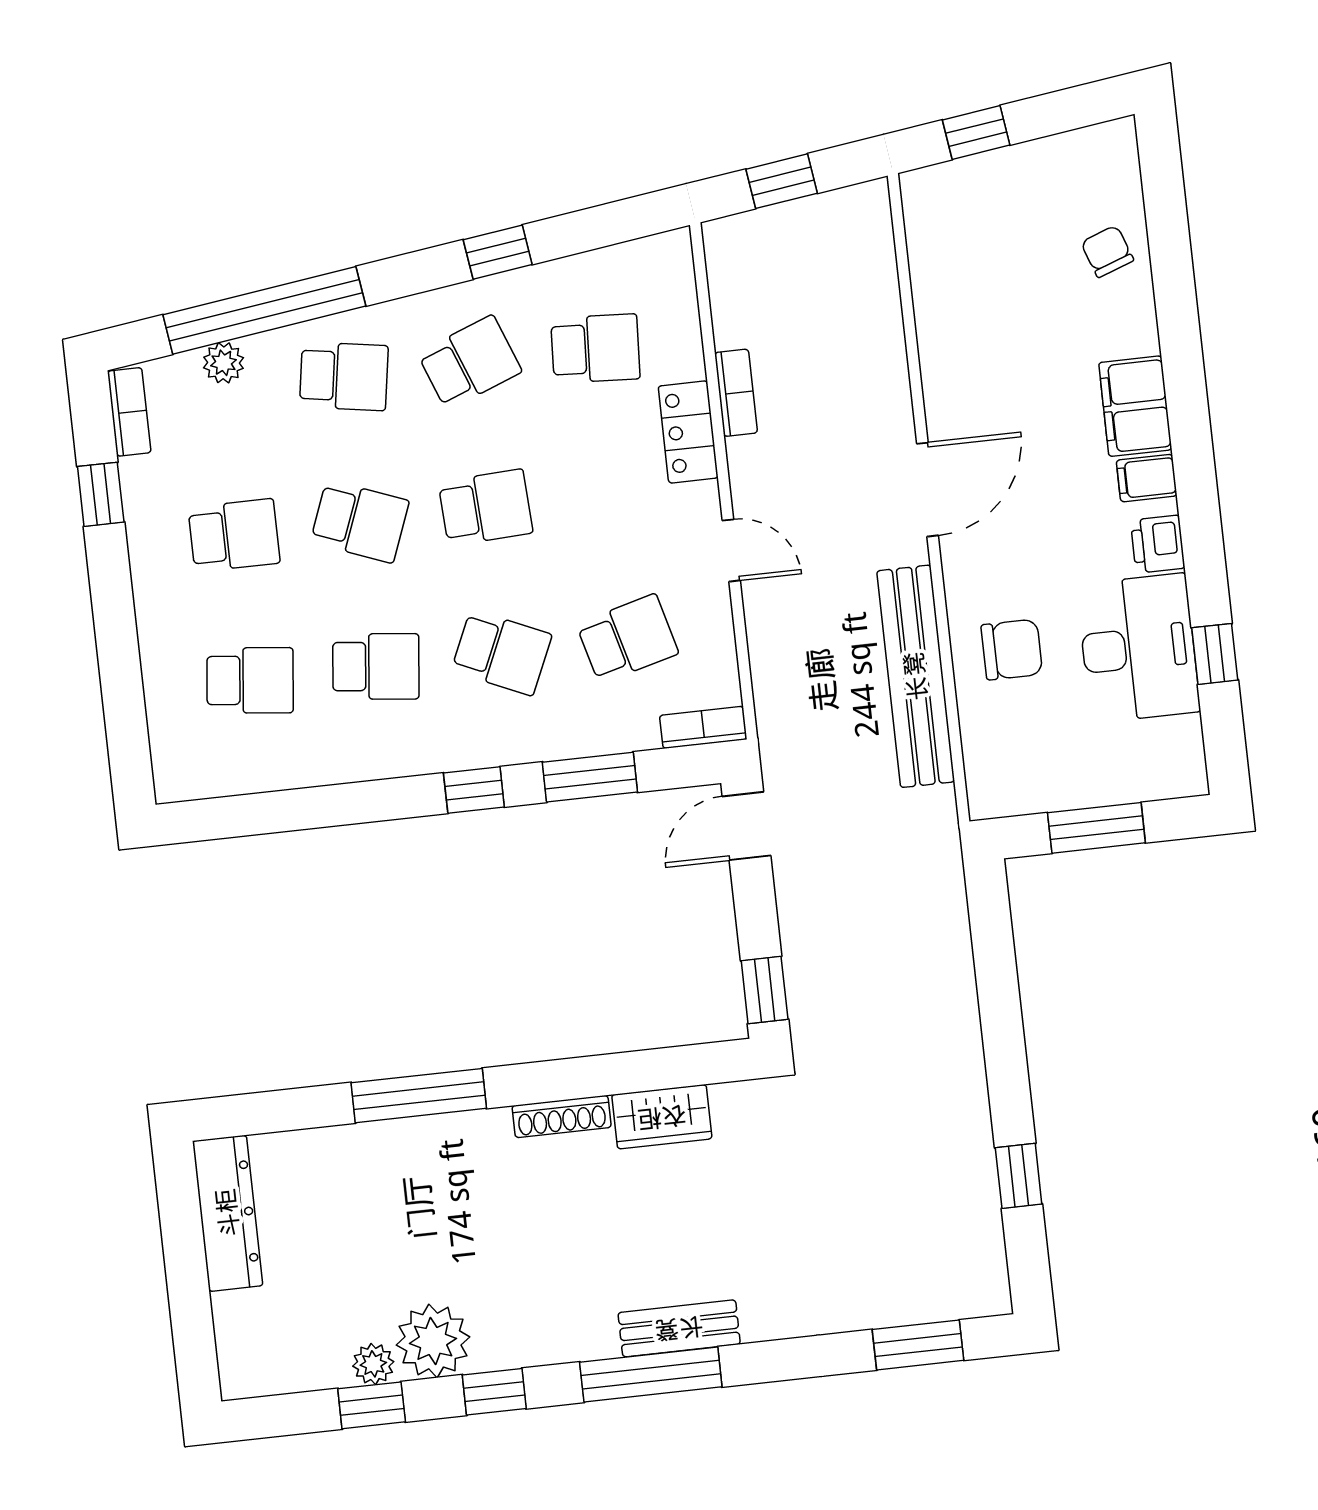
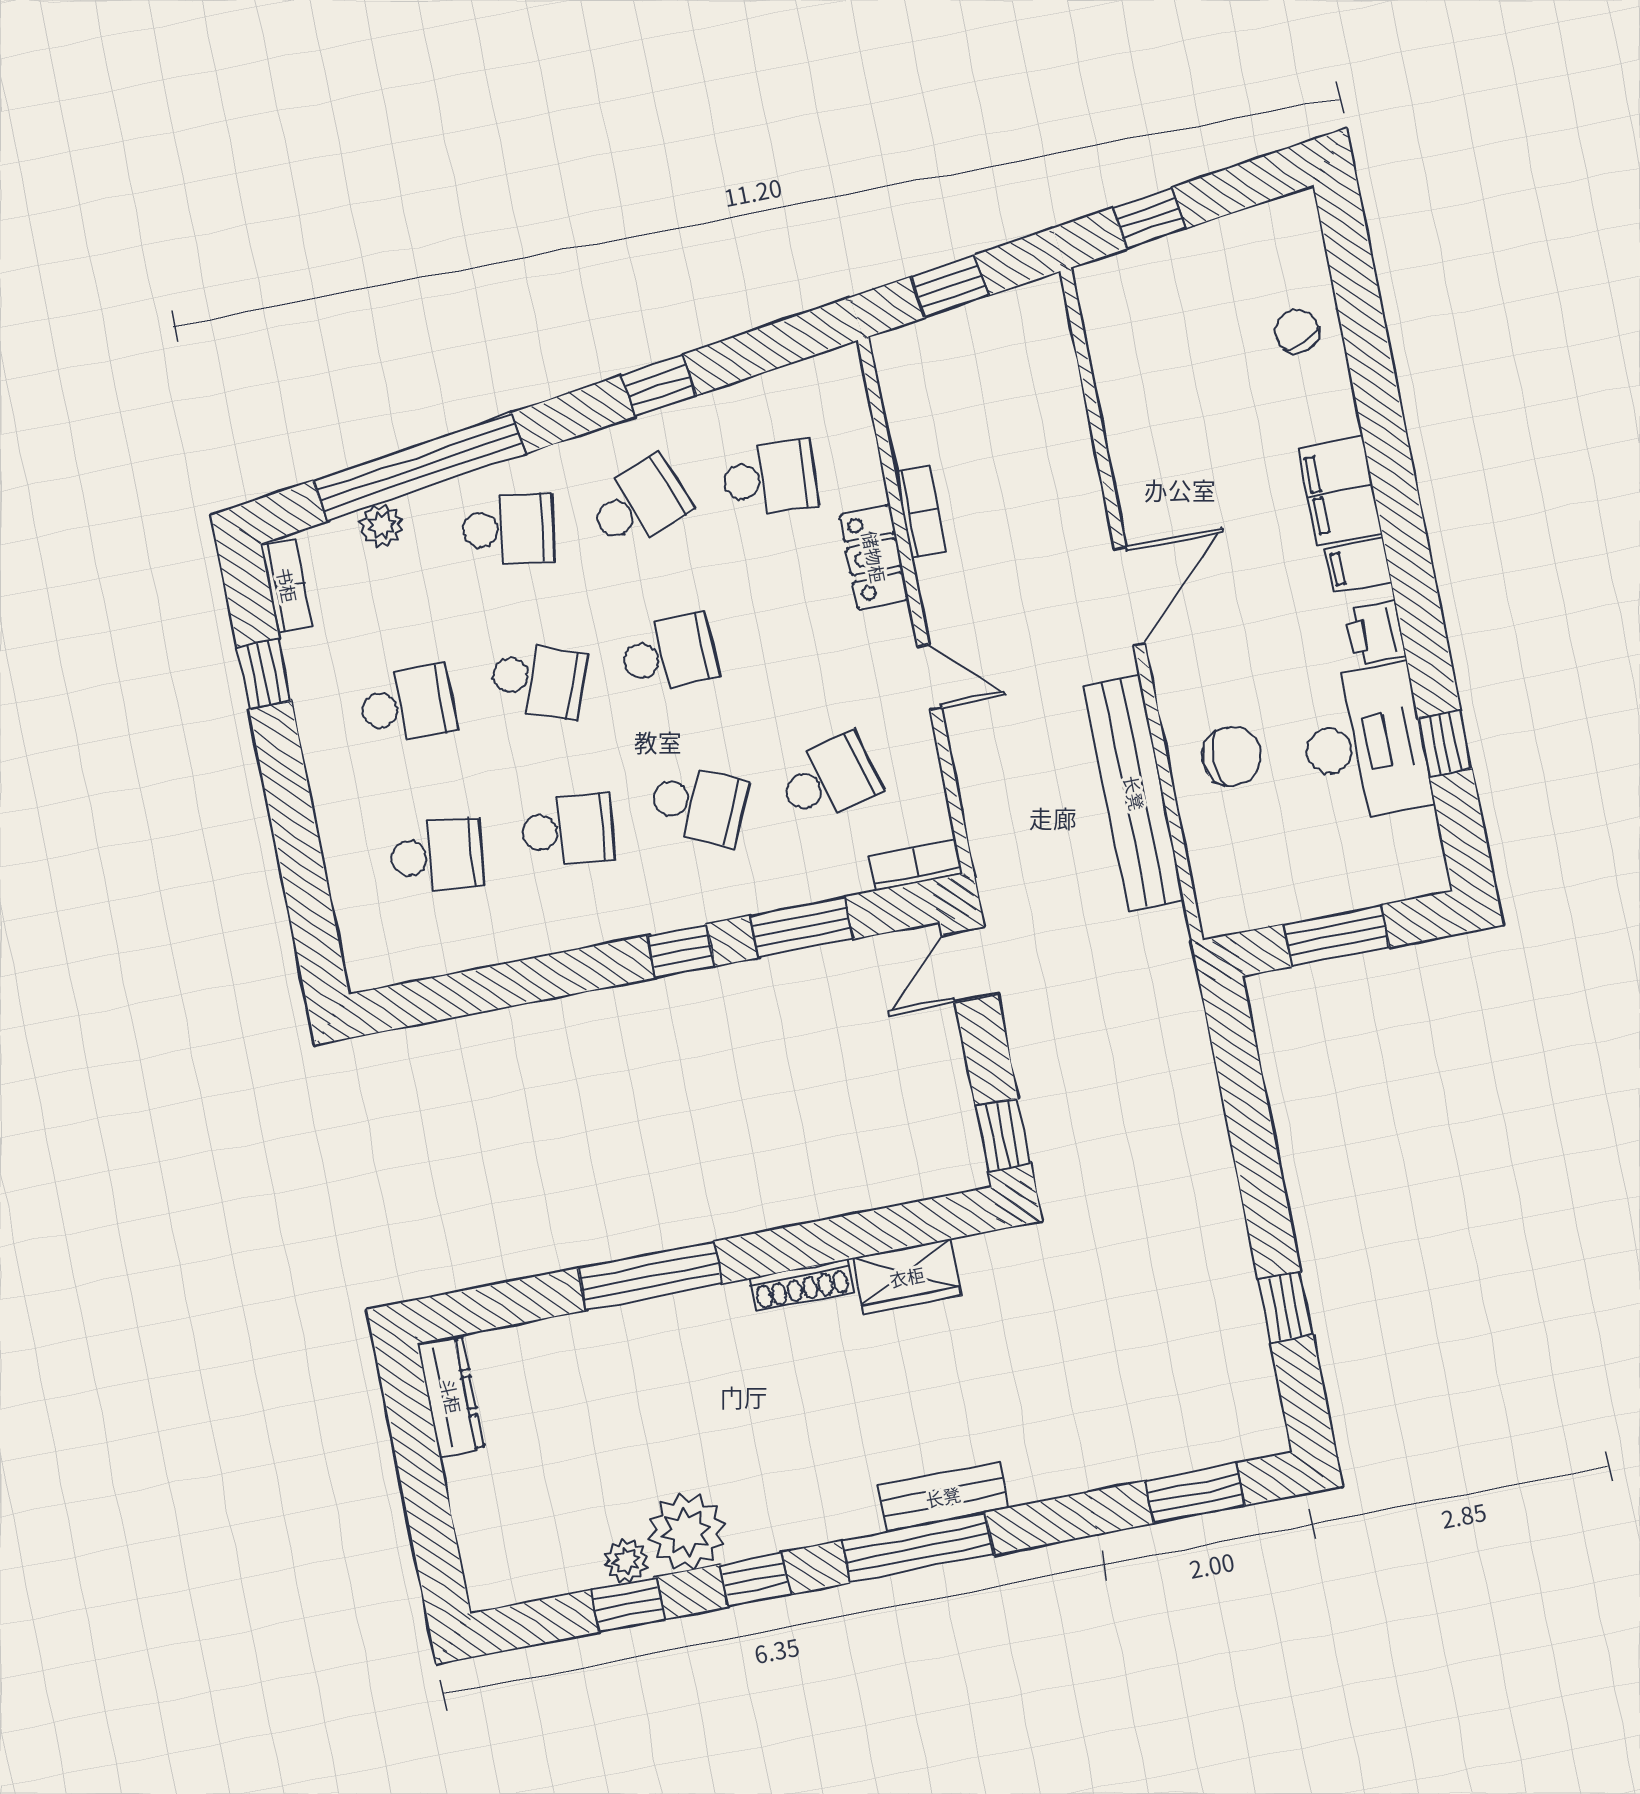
dresser: (228, 1213) -> (451, 1396), width x0.73, depth x0.80

